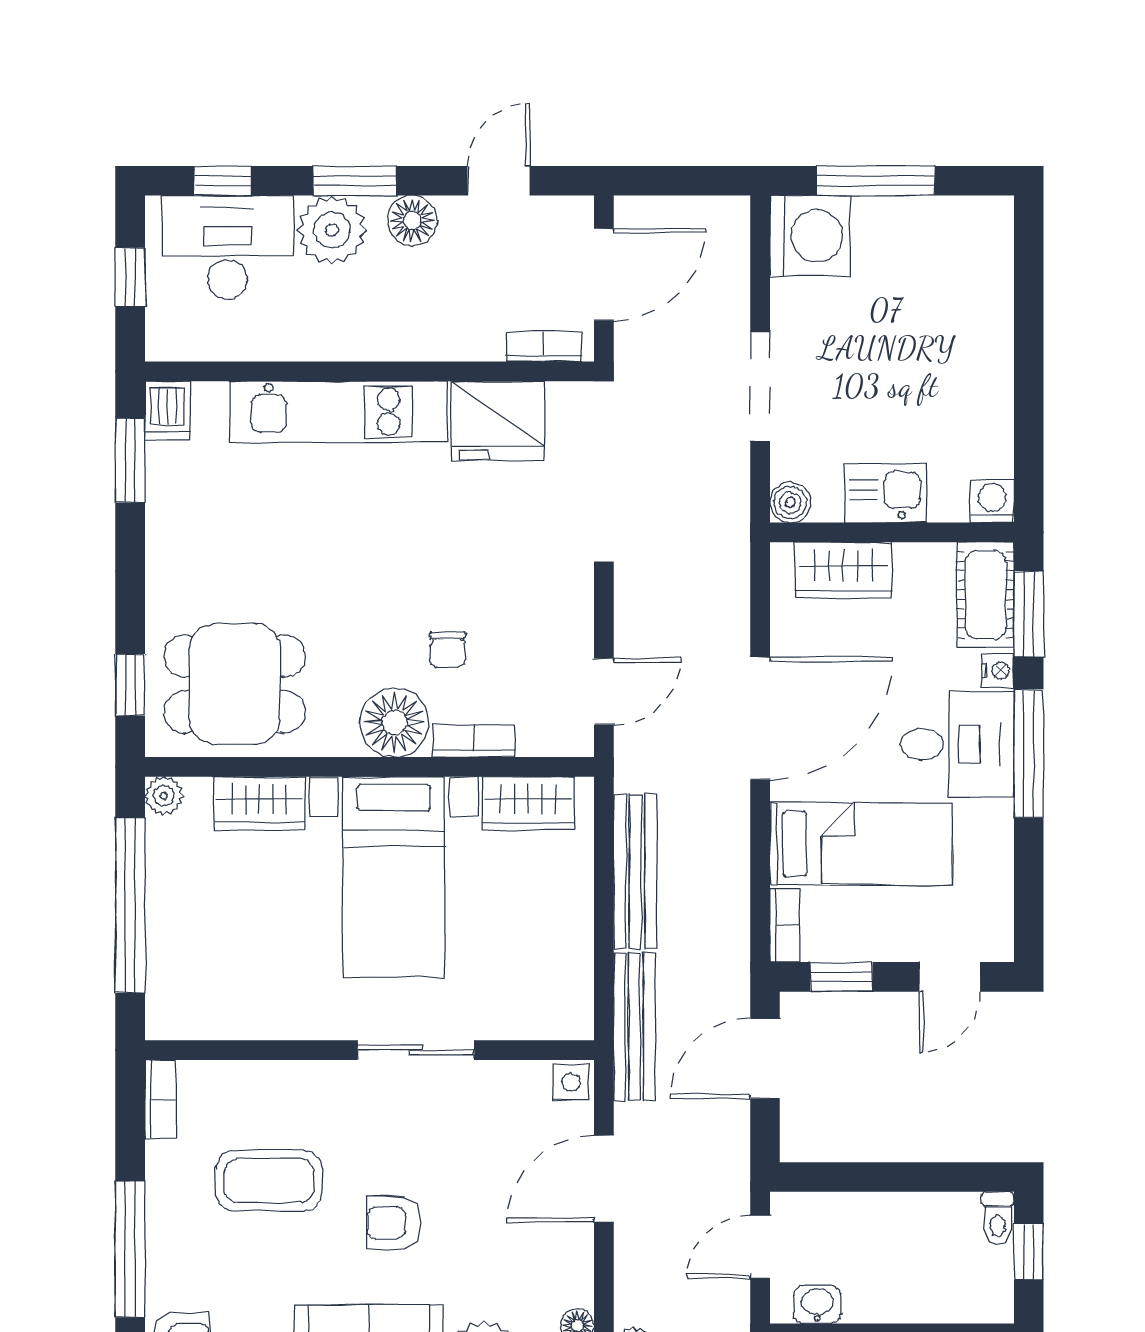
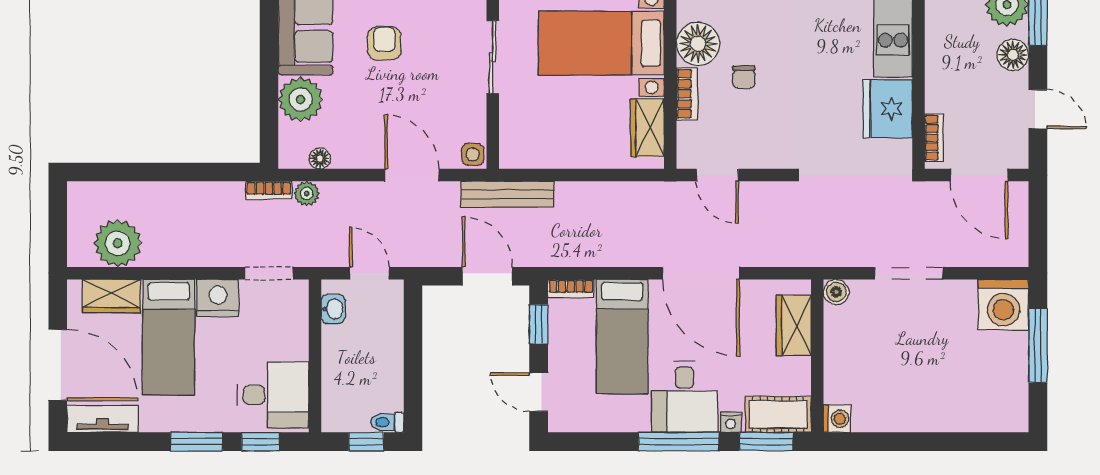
kitchen sink: (886, 493) -> (842, 352), removed
chair: (447, 650) -> (744, 77), turned -90
bench: (635, 871) -> (605, 195), removed

